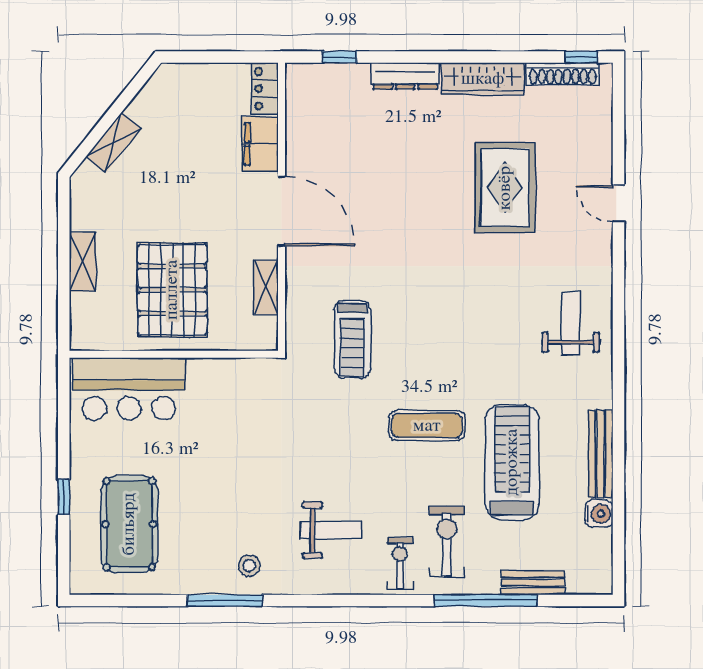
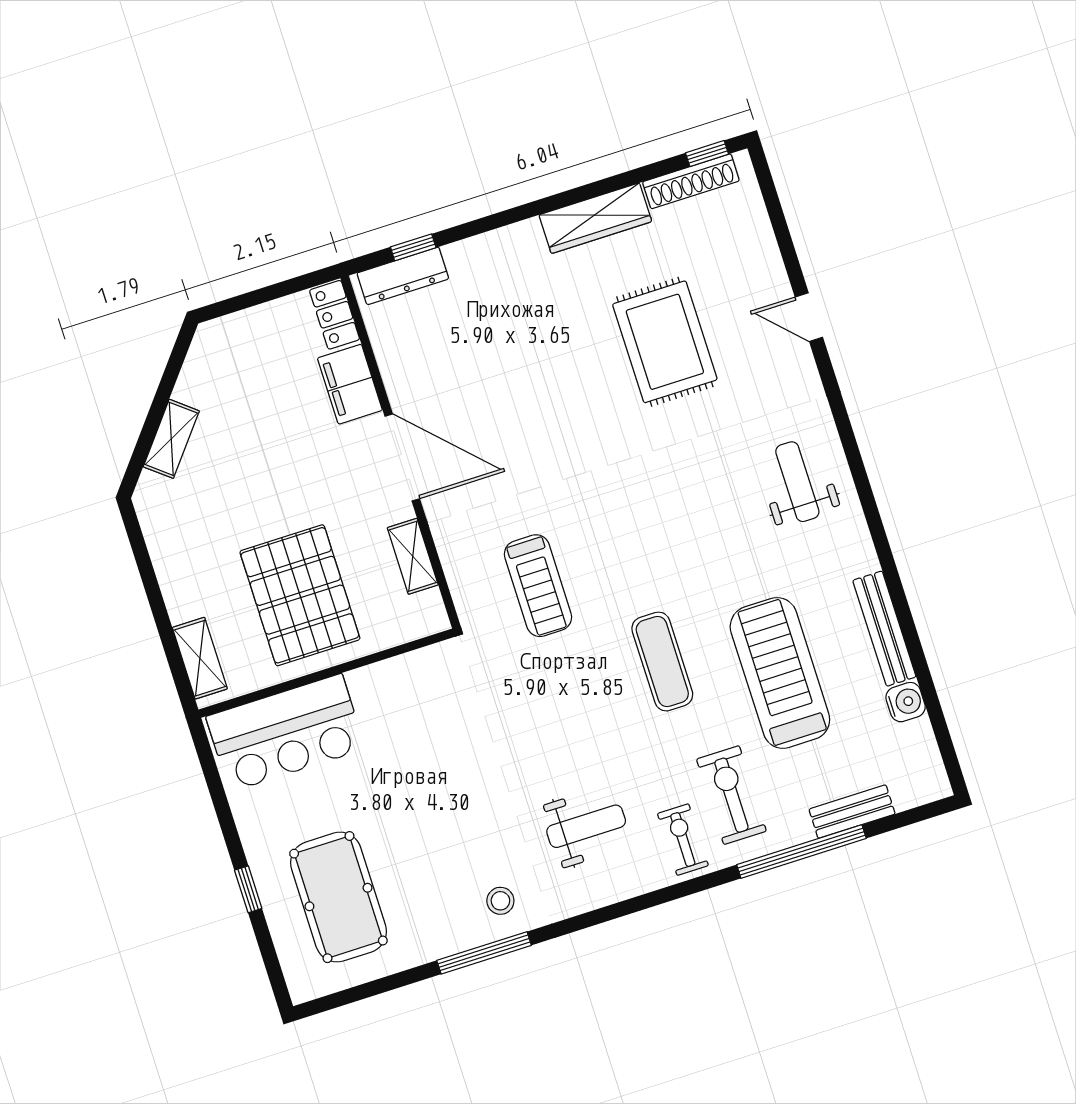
dresser: (405, 76) -> (403, 276), moved
shelving: (83, 262) -> (200, 658), moved
exercise mat: (427, 426) -> (662, 662), turned 90

